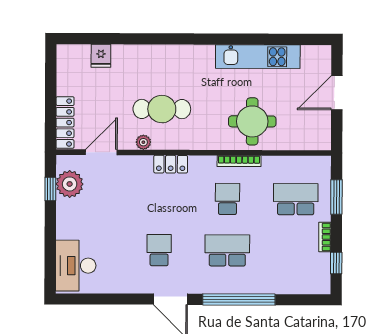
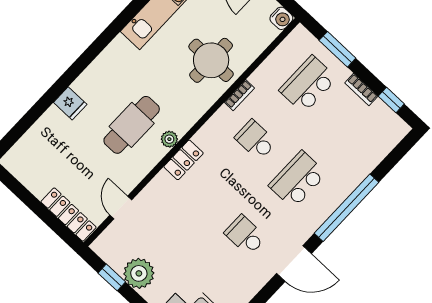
fridge: (101, 56) -> (70, 103), moved
plant: (143, 142) -> (169, 139), moved
water cooler: (322, 142) -> (281, 18), added
door: (101, 152) -> (121, 207), width x0.73
bookcase: (239, 161) -> (239, 95), width x0.64
plant: (70, 184) -> (139, 273), moved

